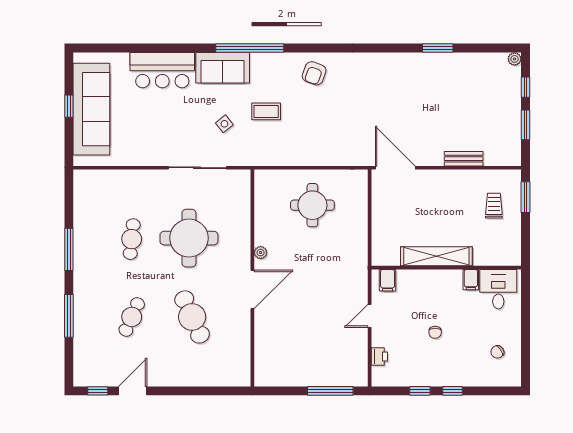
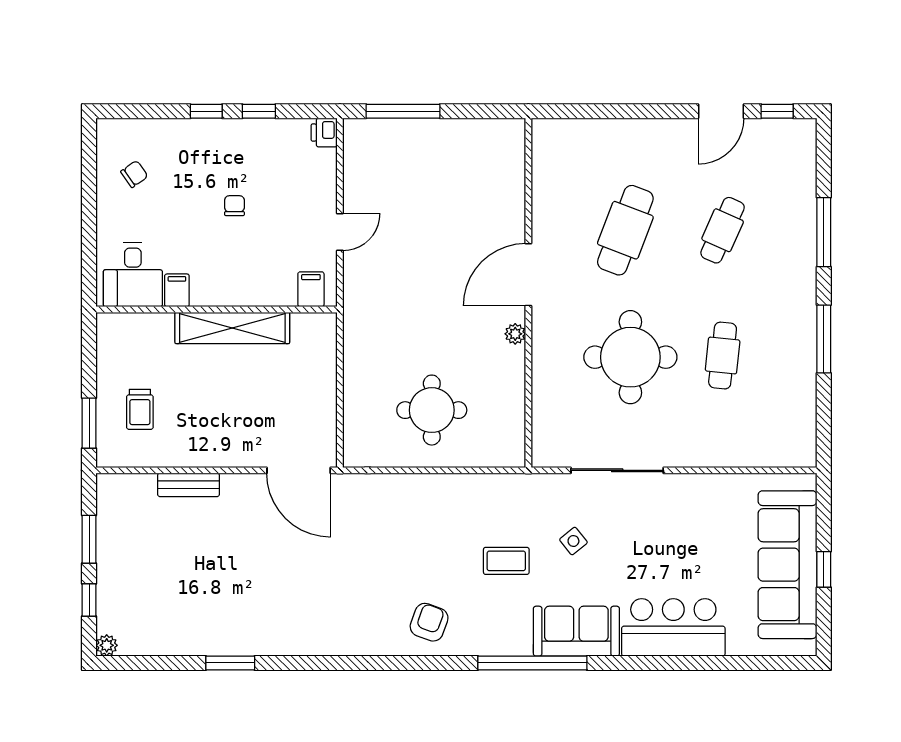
cafe table: (192, 317) -> (625, 230), turned 45
printer: (379, 356) -> (324, 133), moved

